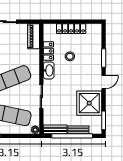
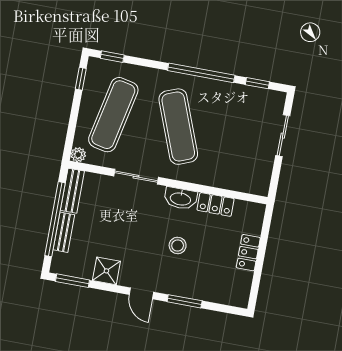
locker: (71, 29) -> (248, 253), width x0.66
piano: (34, 36) -> (247, 183), removed
stool: (70, 56) -> (178, 245), moved
shower: (89, 103) -> (106, 271), width x0.54, depth x0.54

